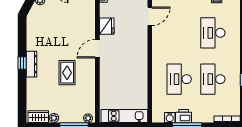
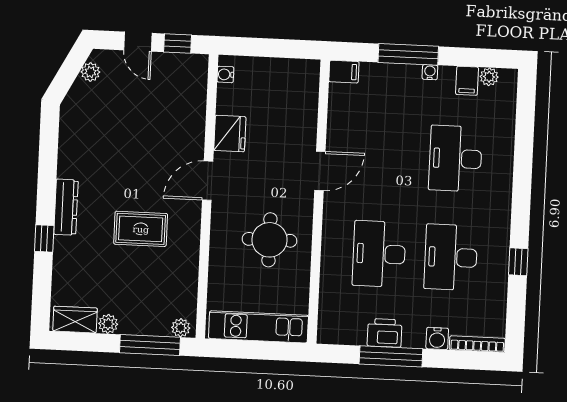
door: (150, 16) -> (320, 171), moved
window: (22, 63) -> (44, 238), moved
rug: (67, 73) -> (141, 229), turned 90
round table: (128, 75) -> (269, 240), added
water cooler: (170, 117) -> (437, 338), moved

